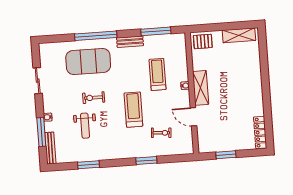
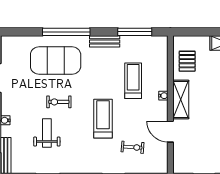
pallet: (203, 41) -> (187, 61), moved, turned 90
weight bench: (85, 126) -> (47, 133), turned 180

